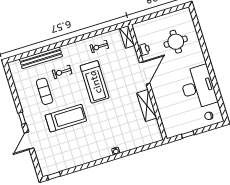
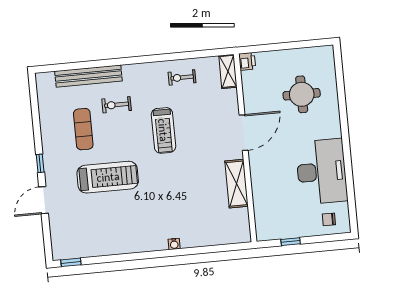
printer: (144, 49) -> (247, 61), moved
treadmill: (95, 82) -> (163, 130), width x0.73, depth x0.73

